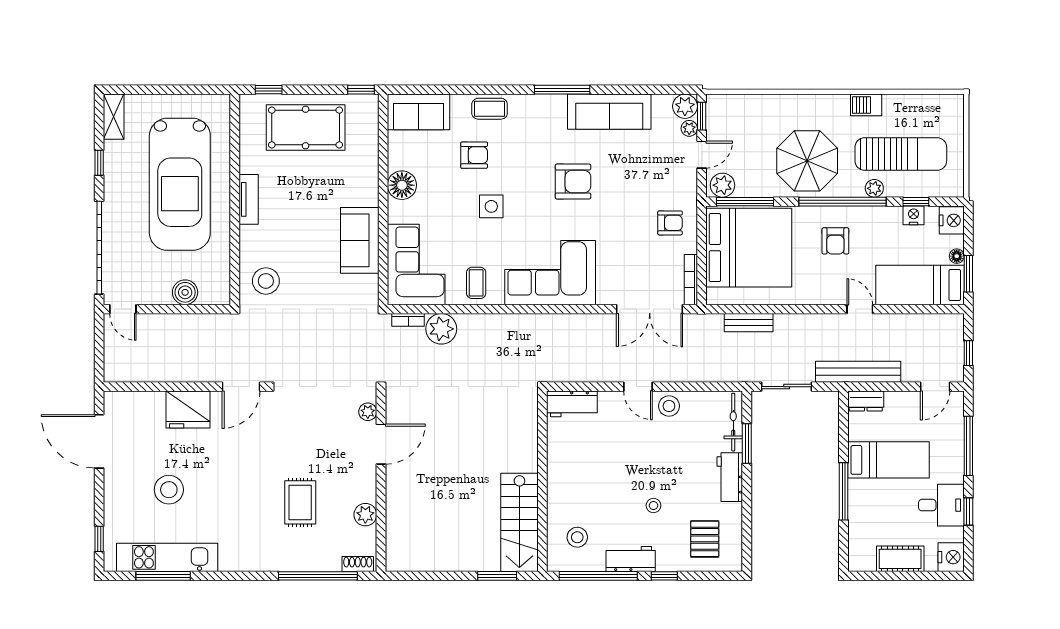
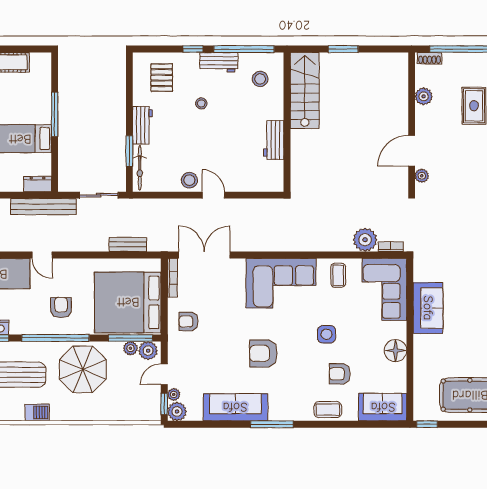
plant: (874, 188) -> (130, 348), moved
workbench: (572, 404) -> (274, 140), moved, turned -90
window: (497, 576) -> (343, 49), moved

